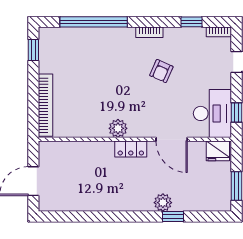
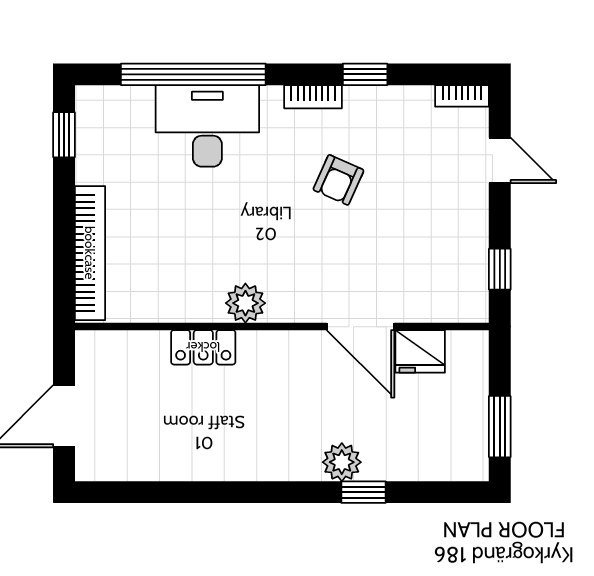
window: (192, 22) -> (365, 74), moved
desk: (212, 113) -> (207, 126), moved, turned -90
locker: (131, 149) -> (203, 347), moved
fridge: (218, 151) -> (420, 351), moved

